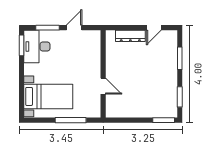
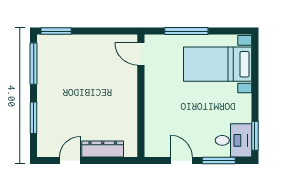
door: (74, 28) -> (181, 161), swing flipped
desk: (37, 47) -> (233, 140), width x0.73
door: (103, 86) -> (141, 54), moved
window: (180, 97) -> (34, 64), width x1.44

